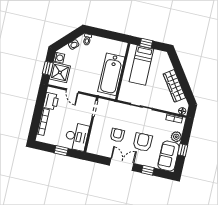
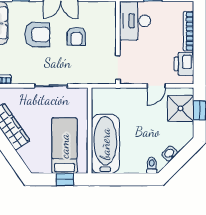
washing machine: (59, 58) -> (187, 130), removed
bathtub: (111, 74) -> (105, 144), moved
door: (72, 91) -> (156, 86), swing flipped
armchair: (143, 142) -> (37, 34), turned -90

